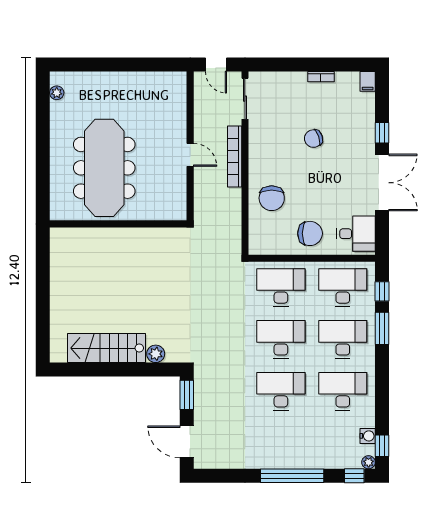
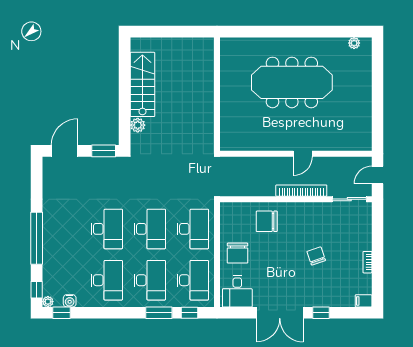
wall: (118, 224) -> (217, 94), moved

